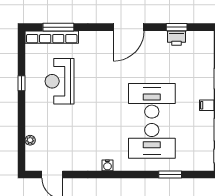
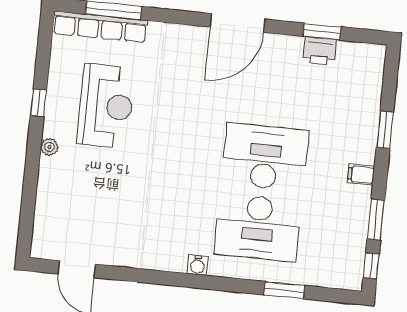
reception desk: (60, 81) -> (106, 106), turned 180
plant: (30, 140) -> (49, 147), moved
water cooler: (107, 165) -> (198, 265), moved

